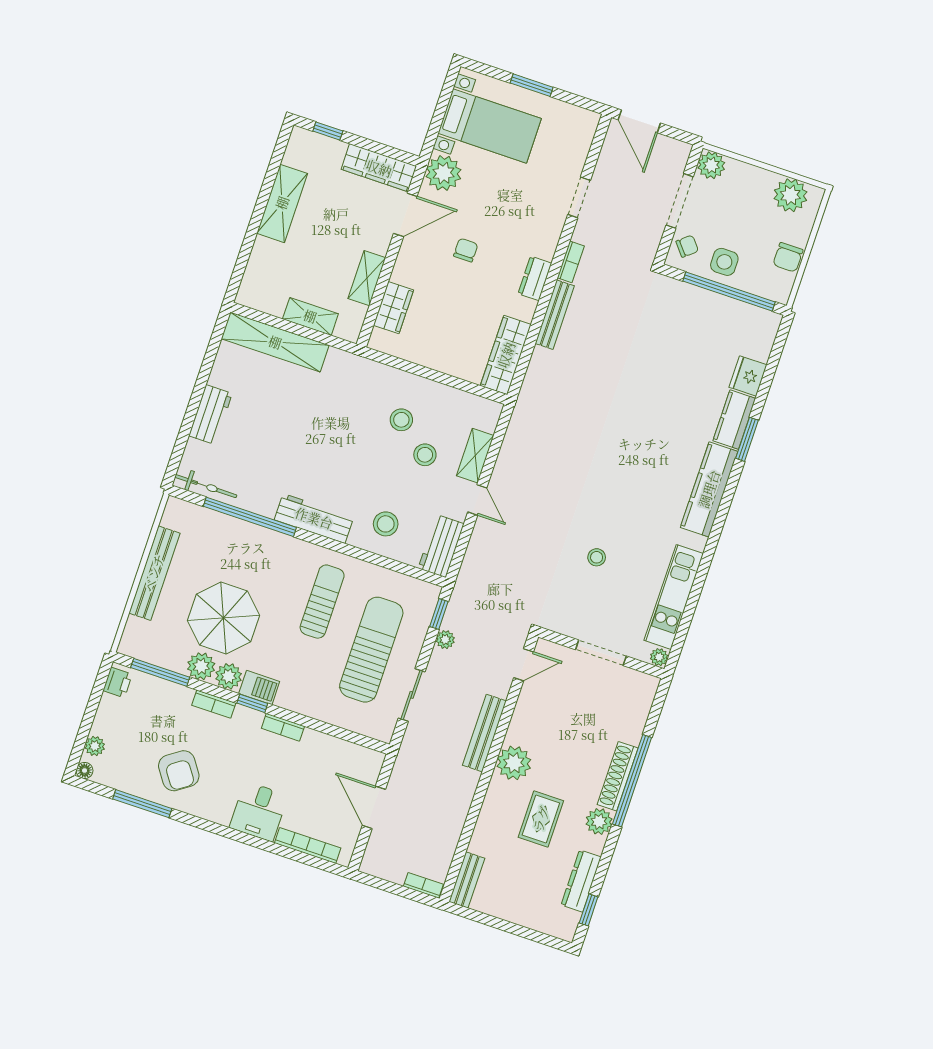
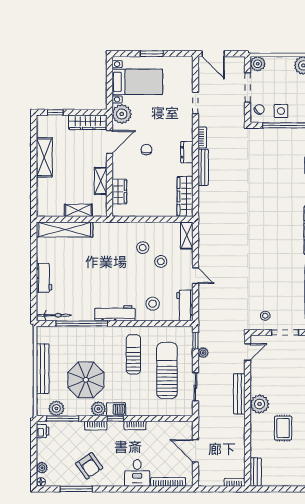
shelving: (475, 456) -> (187, 235), moved
stool: (597, 557) -> (265, 316), moved
plant: (201, 666) -> (56, 408), moved

